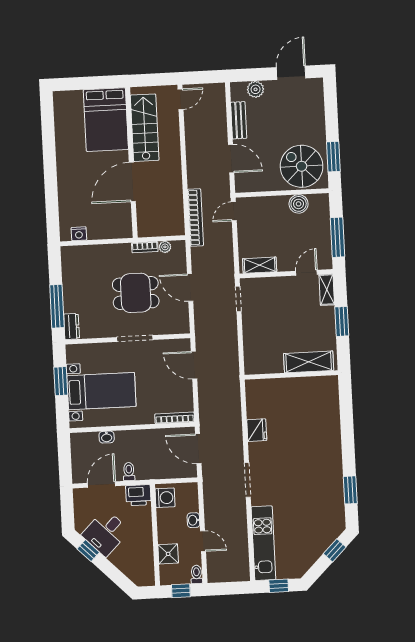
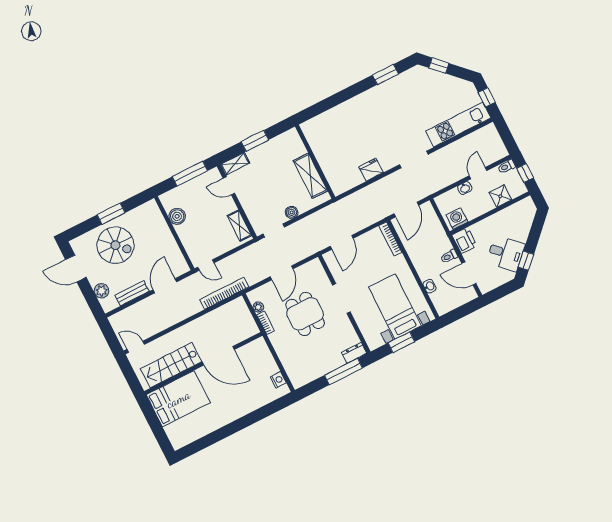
window: (333, 157) -> (111, 214), moved
spiral stairs: (302, 166) -> (115, 245), moved, turned -90
boiler: (249, 326) -> (292, 212), added
shelving: (309, 362) -> (310, 176), moved

